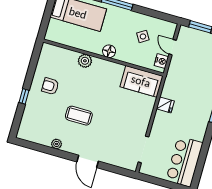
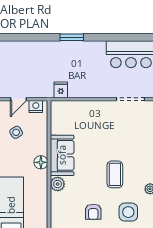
sofa: (141, 81) -> (62, 155), moved
fridge: (165, 105) -> (61, 90), moved
side table: (41, 118) -> (128, 212), added

